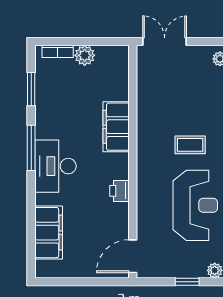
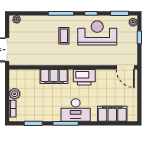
printer: (119, 191) -> (84, 77), width x1.87, depth x1.48

